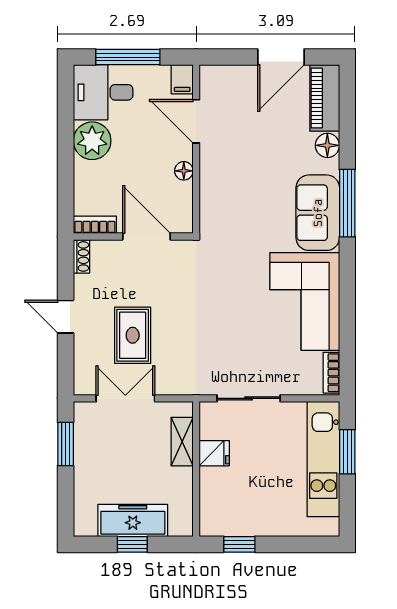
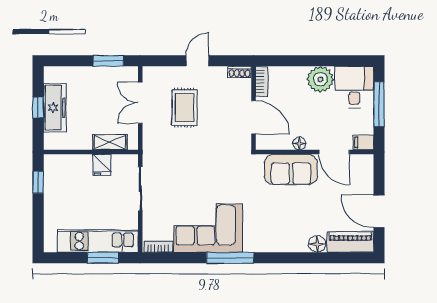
door: (196, 121) -> (334, 152), swing flipped
window: (347, 203) -> (230, 258), moved
sofa: (318, 213) -> (291, 170), moved, turned 180
door: (146, 236) -> (254, 117), hinge flipped
rug: (133, 335) -> (184, 108), turned 90
double door: (125, 398) -> (140, 103), swing flipped

